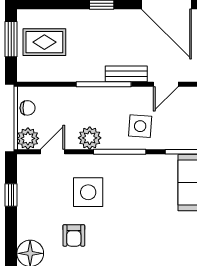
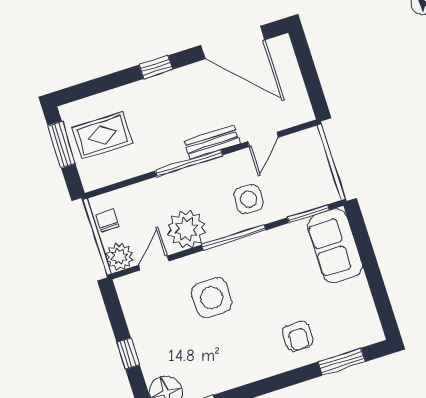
chair: (28, 108) -> (107, 220), turned -90
plant: (90, 138) -> (186, 229), width x1.36, depth x1.36
window: (11, 195) -> (128, 354), moved
armchair: (74, 235) -> (298, 336), moved

